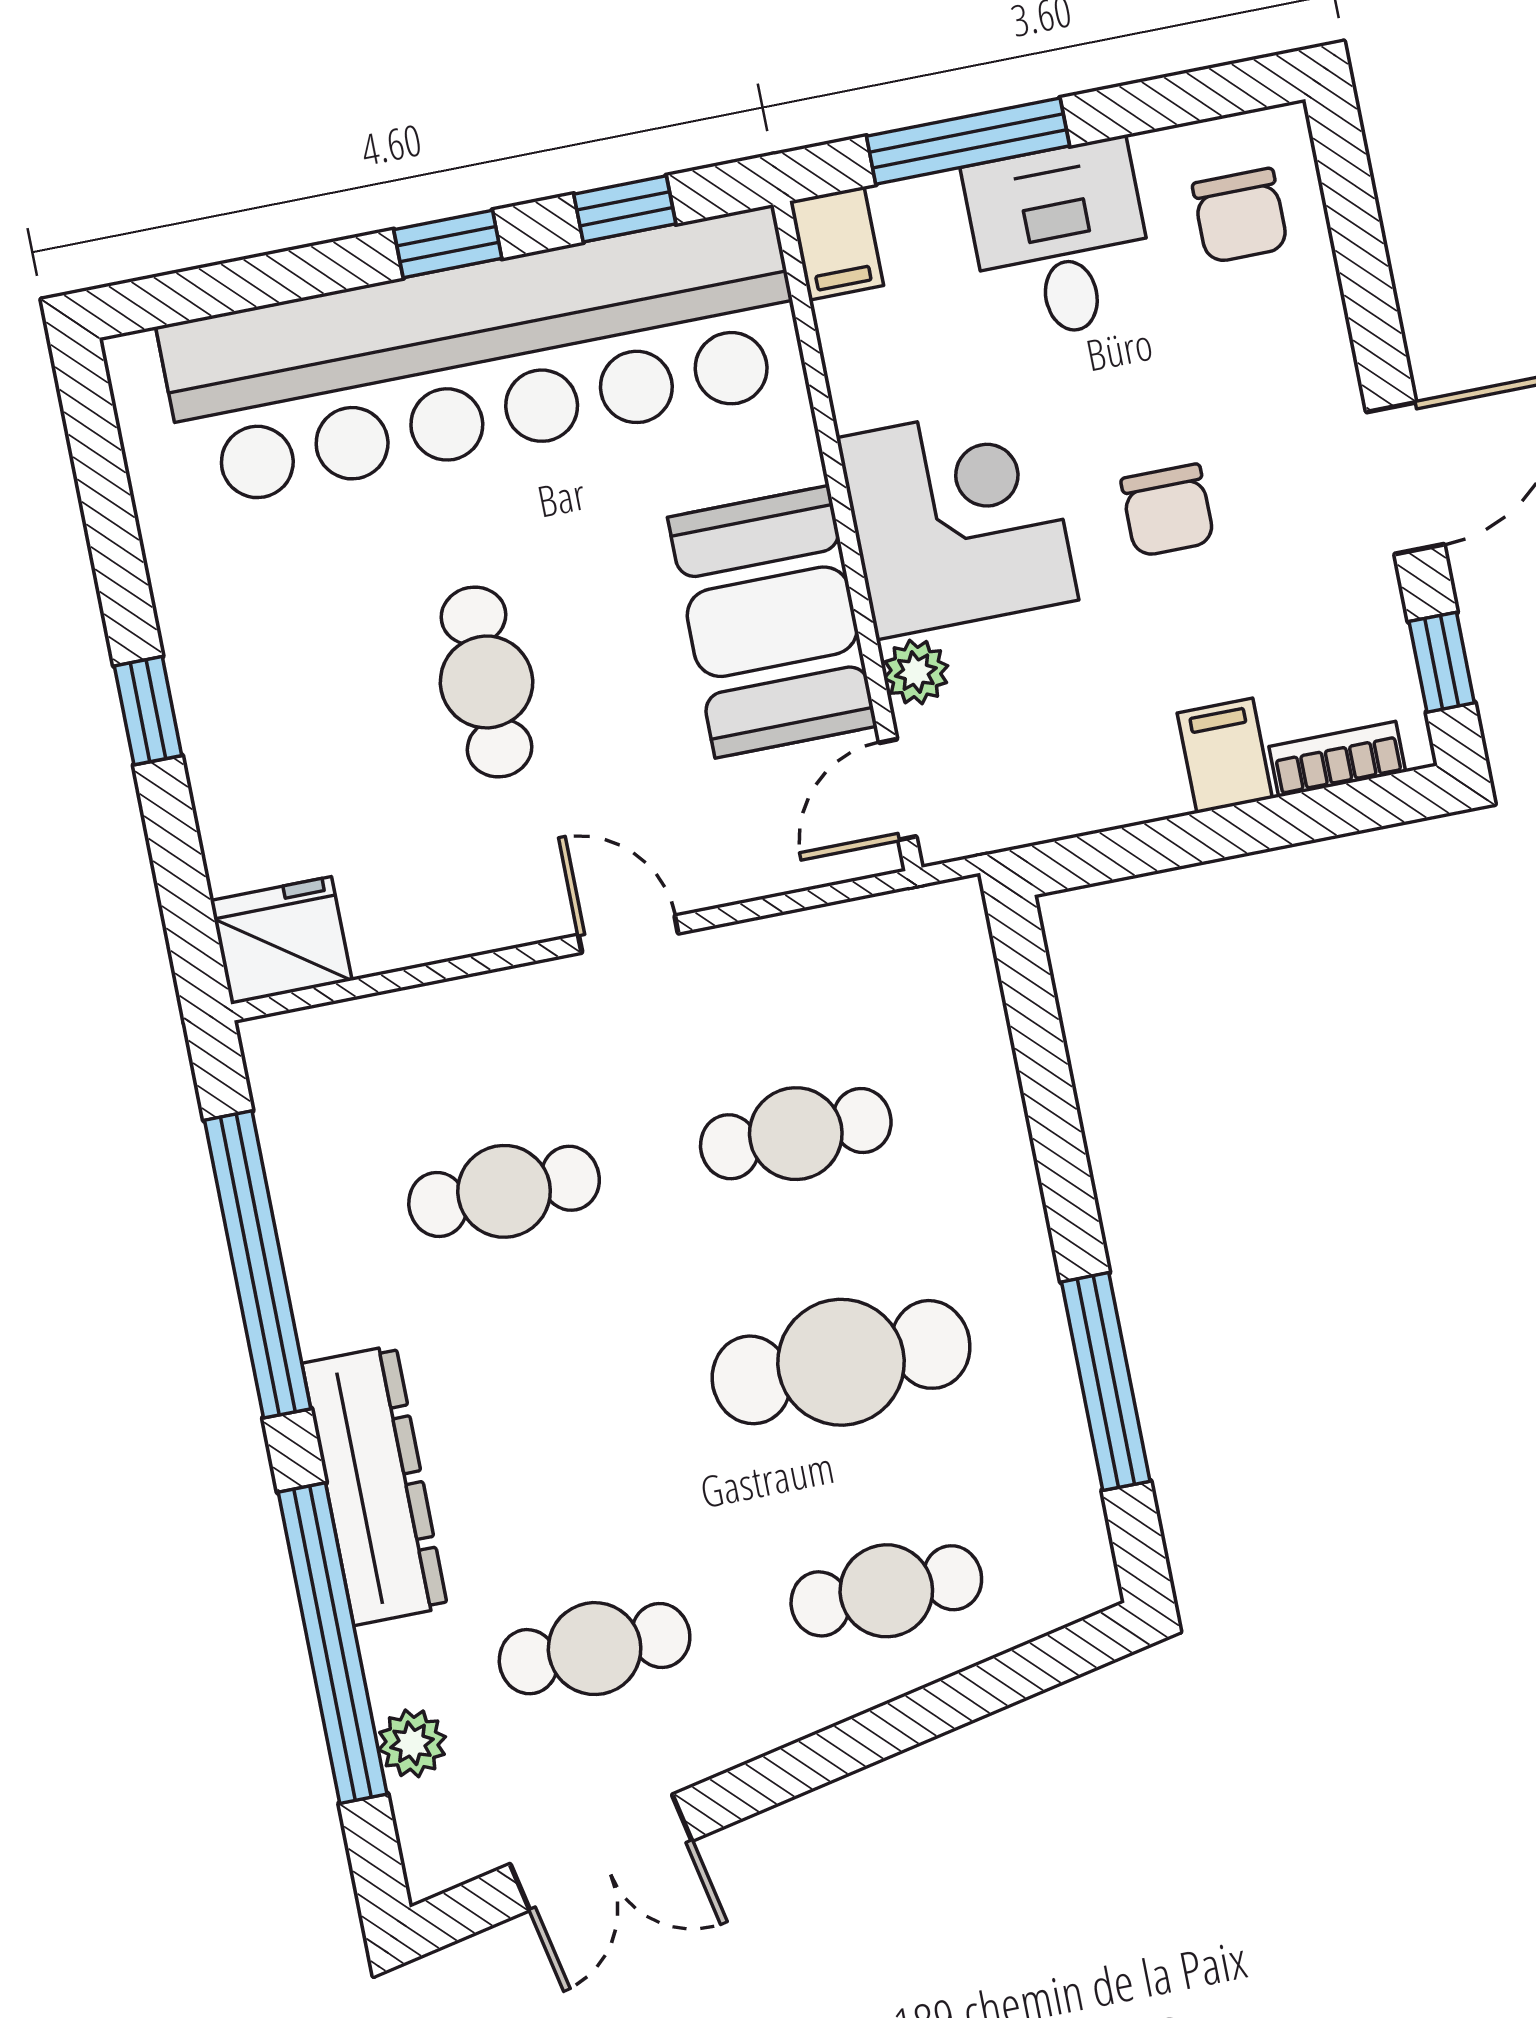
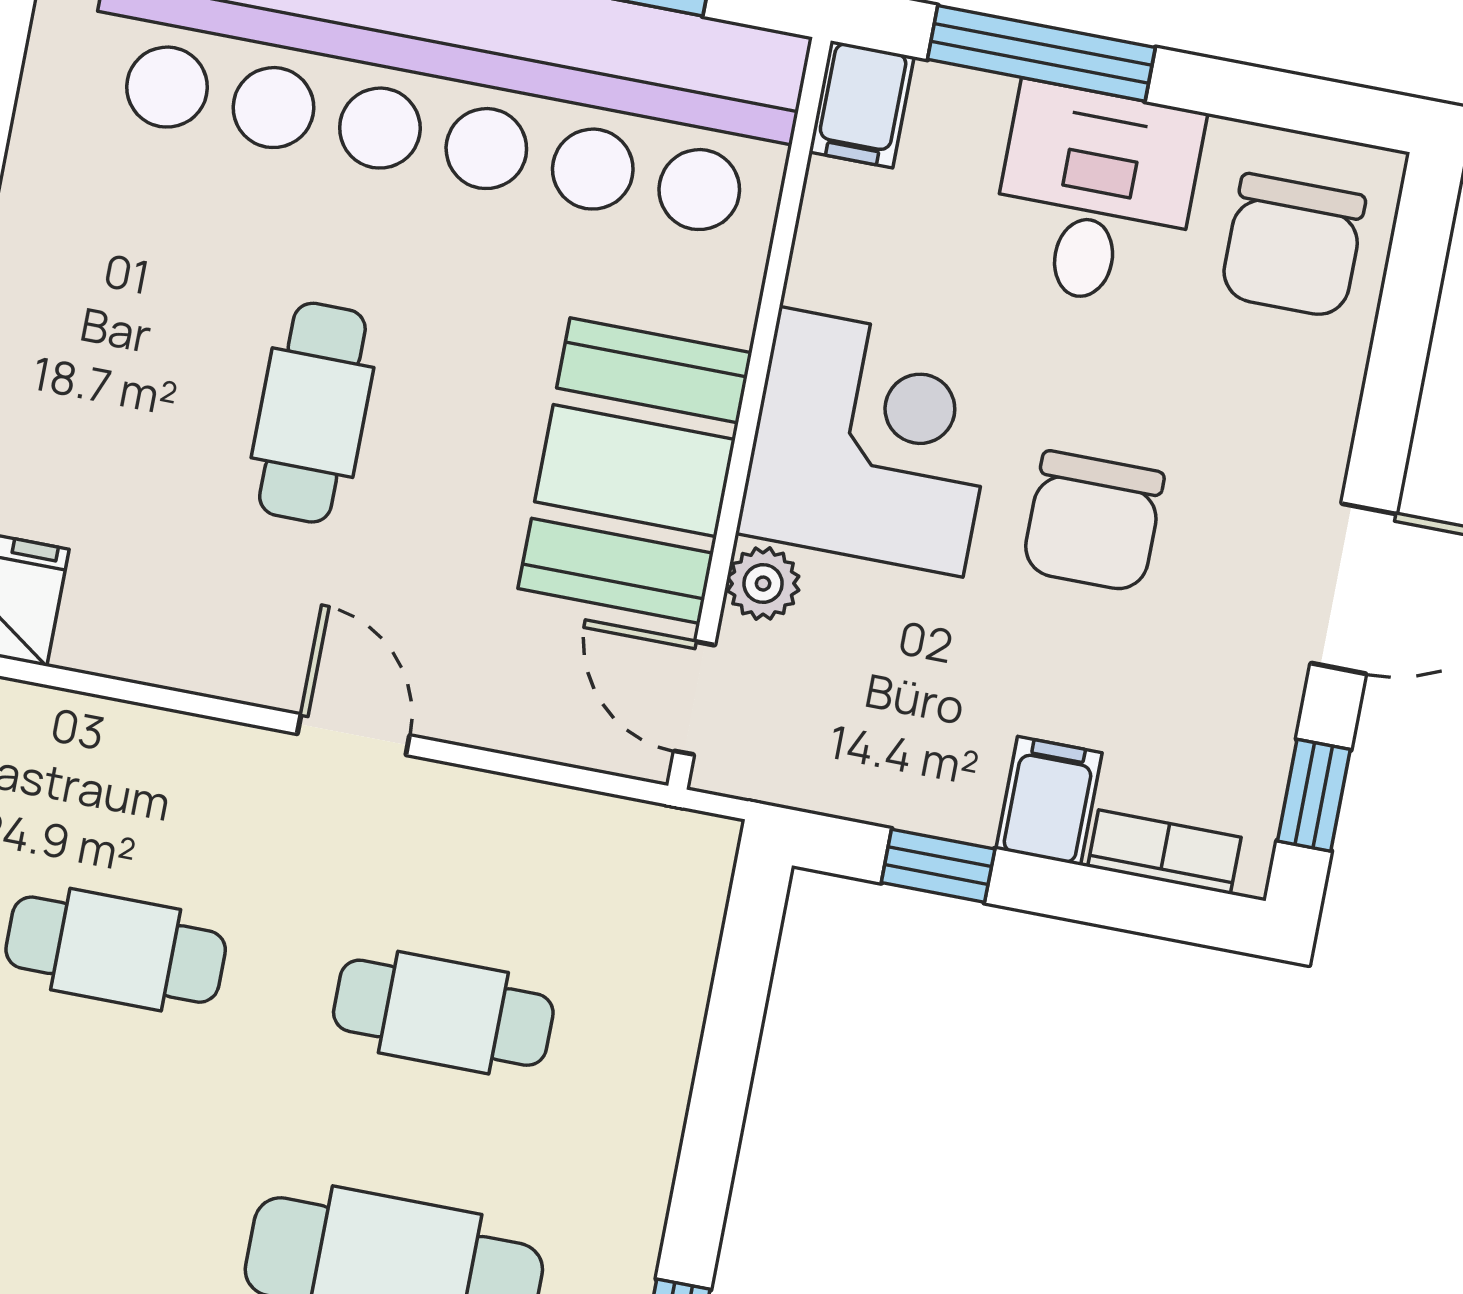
chair: (1240, 216) -> (1293, 246), width x1.37, depth x1.37
chair: (1168, 510) -> (1093, 522), width x1.37, depth x1.37
door: (898, 790) -> (695, 698), hinge flipped
window: (1155, 846) -> (938, 866), added

